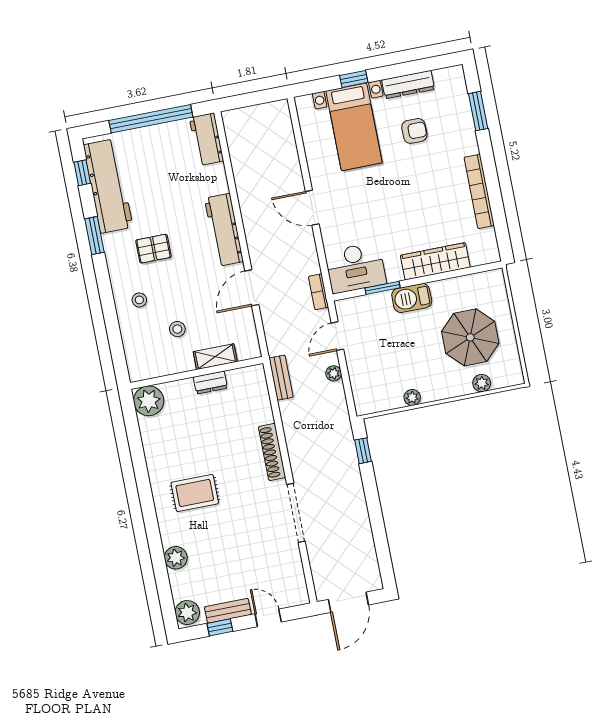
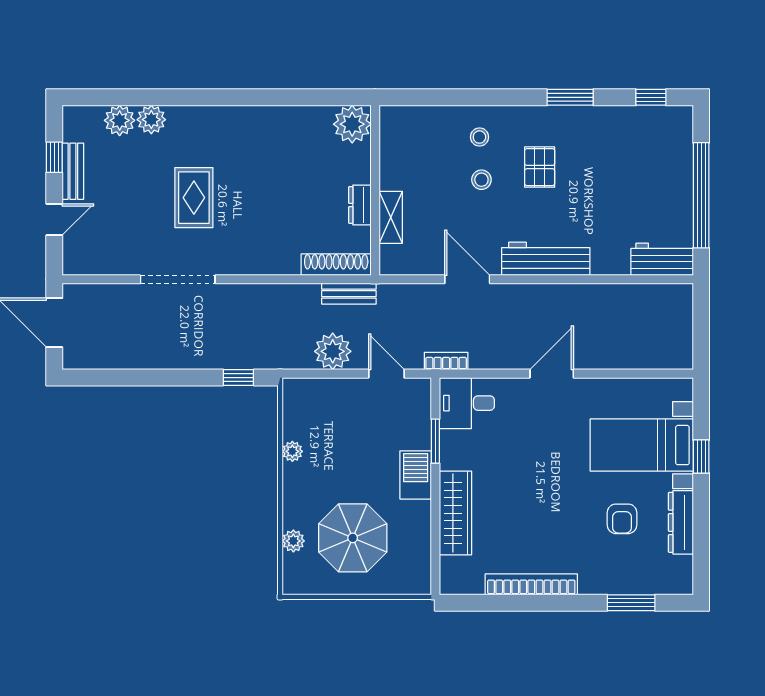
workbench: (108, 186) -> (628, 126), removed
desk: (355, 268) -> (467, 403), width x0.73
stool: (177, 329) -> (481, 180), moved
plant: (334, 373) -> (333, 351), width x1.88, depth x1.88
shoe rack: (272, 452) -> (336, 265), moved
rug: (195, 493) -> (194, 198), moved
plant: (187, 613) -> (120, 120), moved

